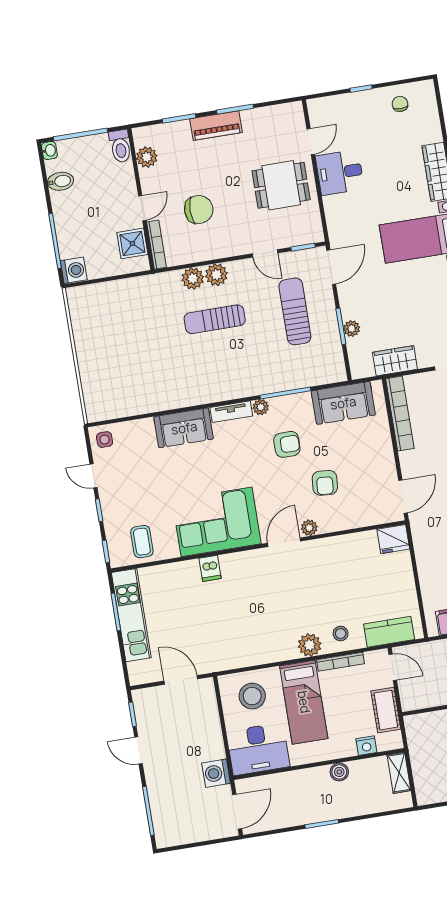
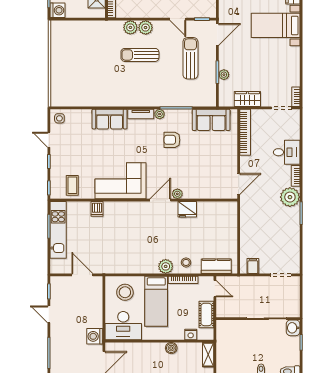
armchair: (287, 444) -> (172, 140), turned 180
armchair: (325, 483) -> (192, 167), removed
fridge: (393, 539) -> (187, 209), moved
dishwasher: (210, 568) -> (97, 209), moved

